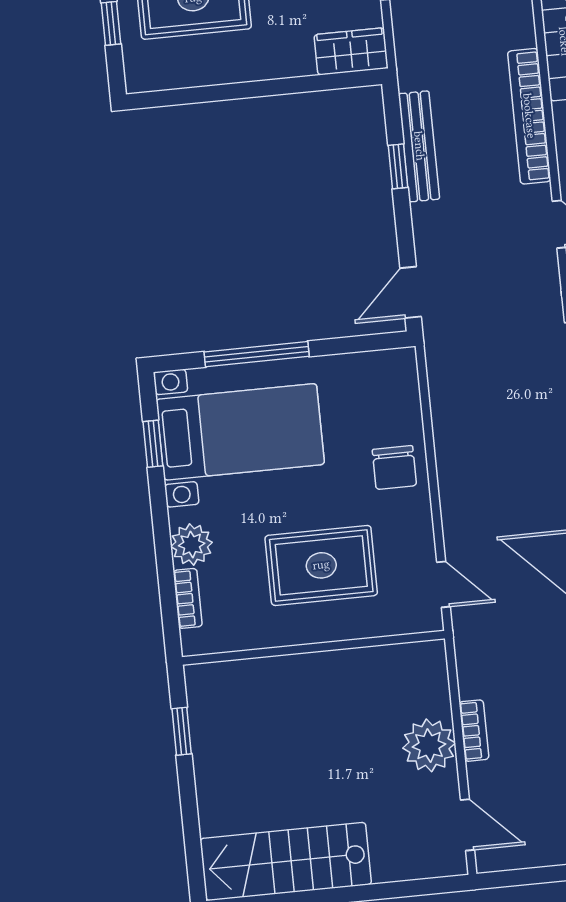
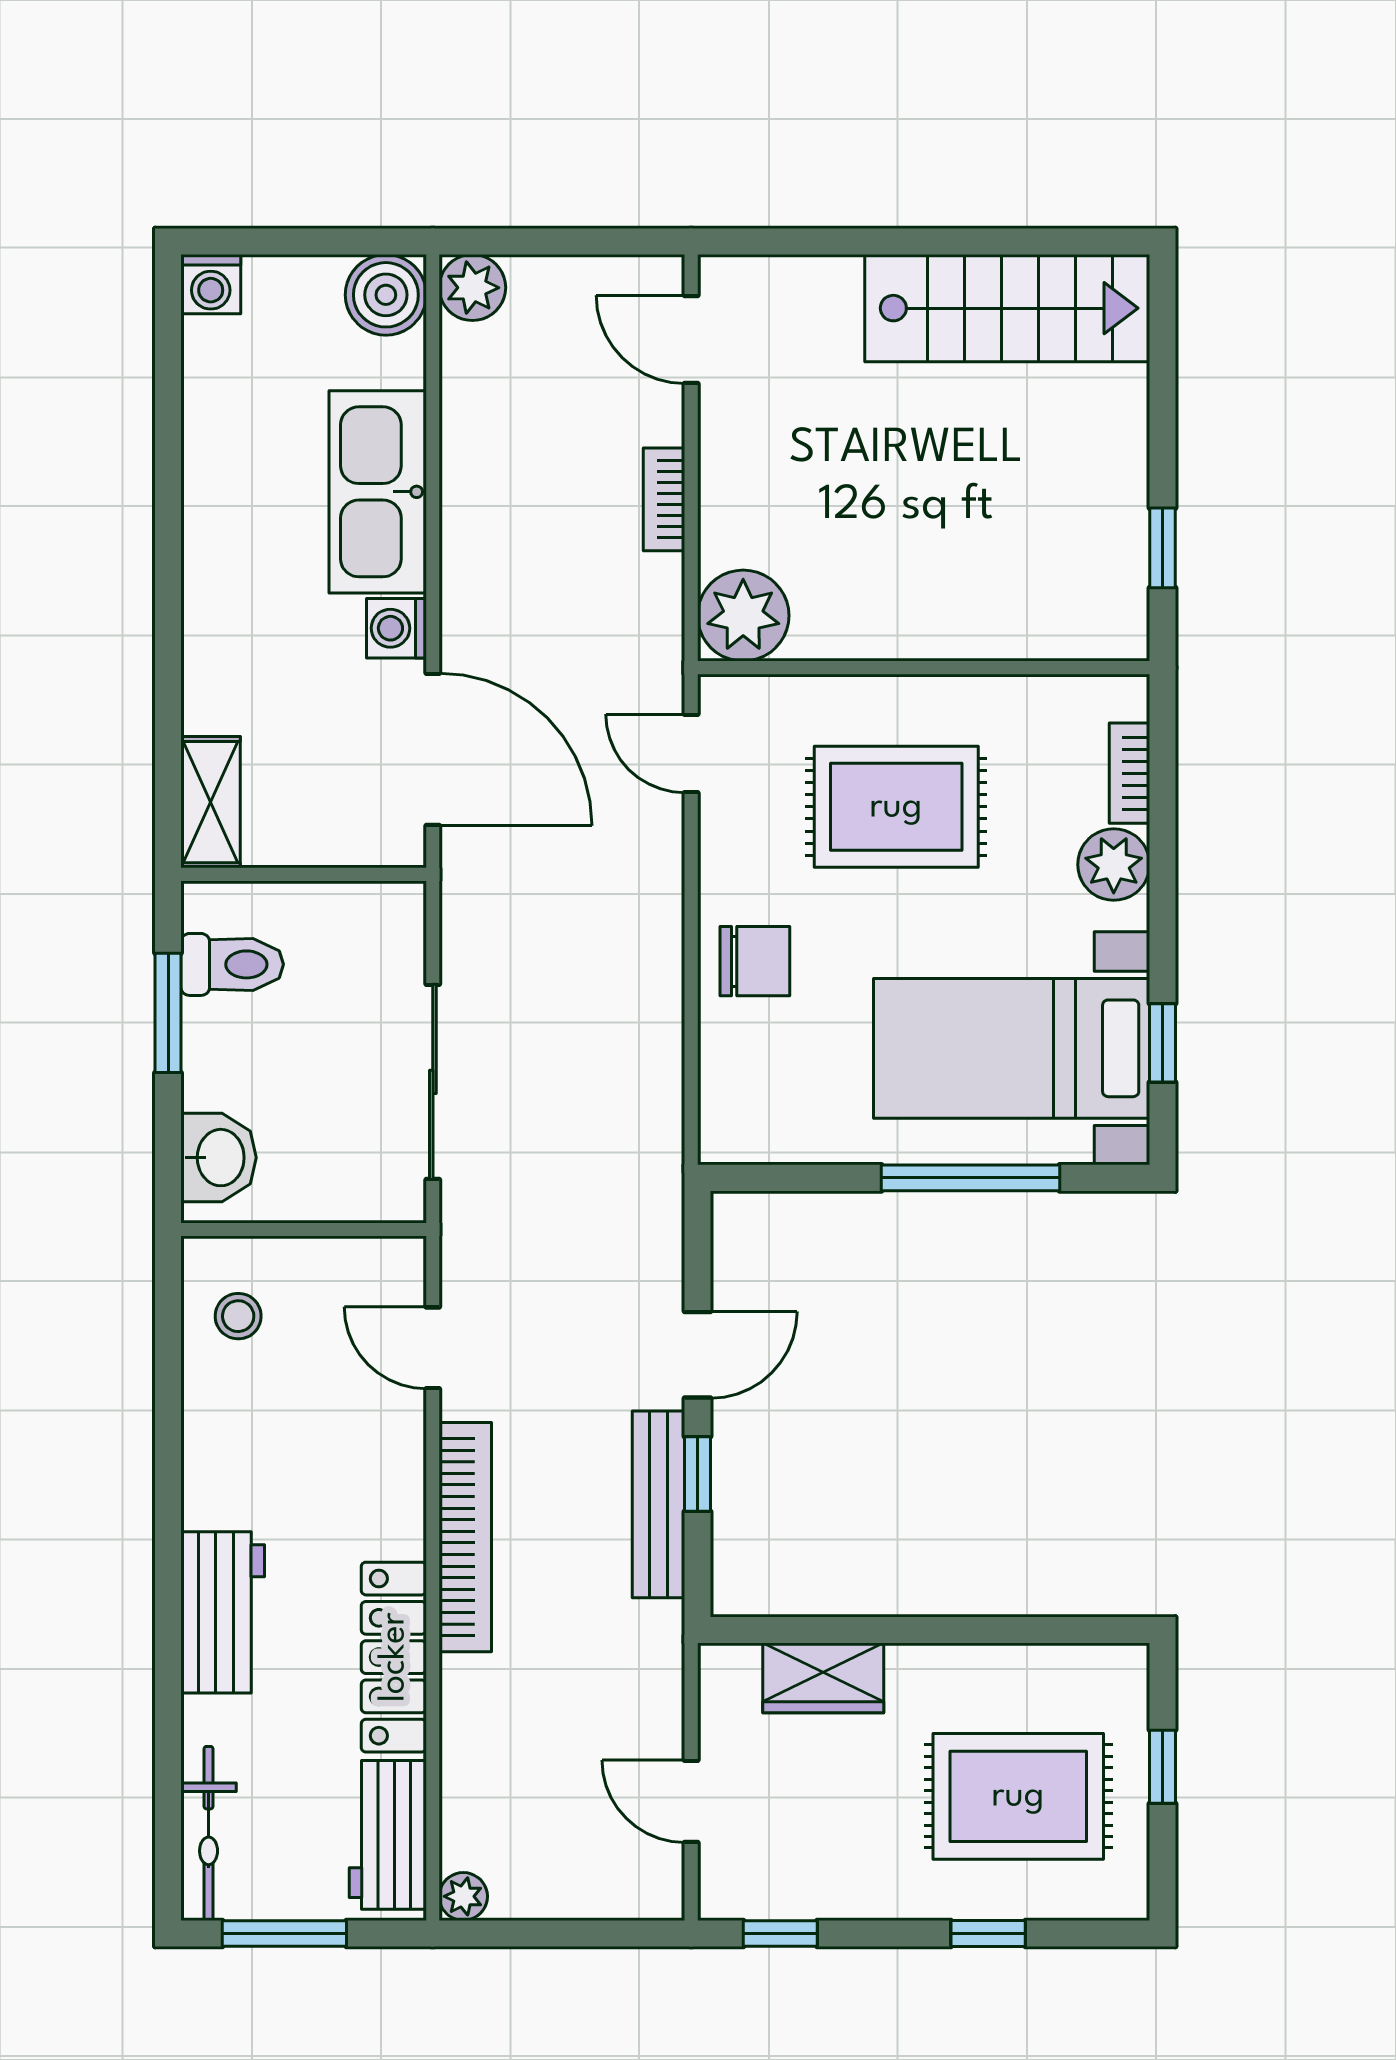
wardrobe: (351, 51) -> (823, 1678), moved
door: (411, 292) -> (698, 1355), moved
chair: (394, 467) -> (755, 961), turned 90
plant: (429, 745) -> (743, 616), moved

